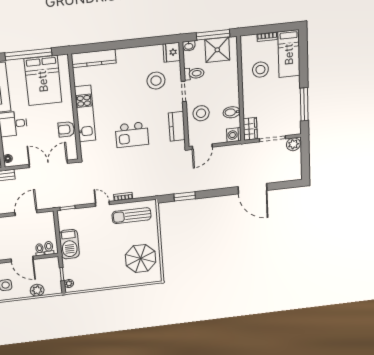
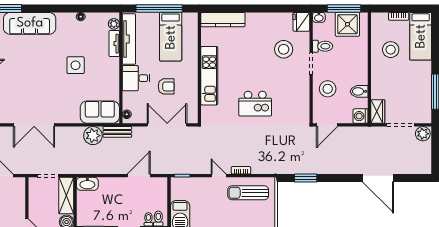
bed: (43, 81) -> (171, 37), width x0.67
kitchen counter: (177, 126) -> (302, 100), removed
armchair: (66, 129) -> (166, 86), moved, turned 180

